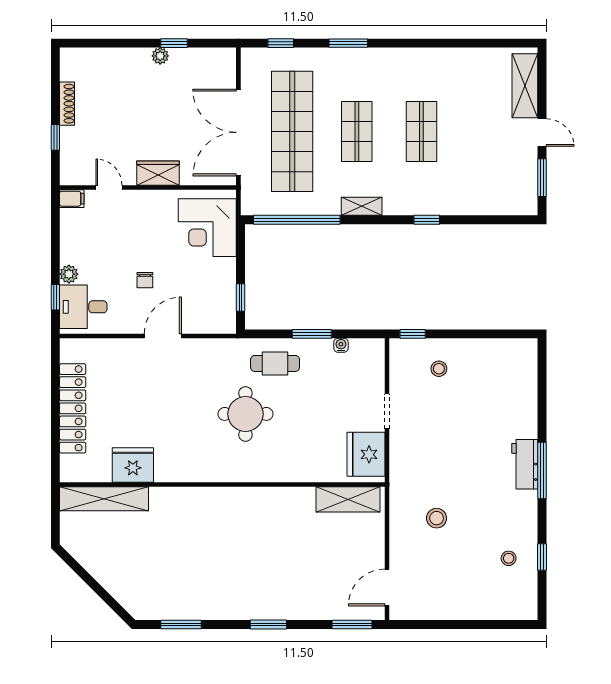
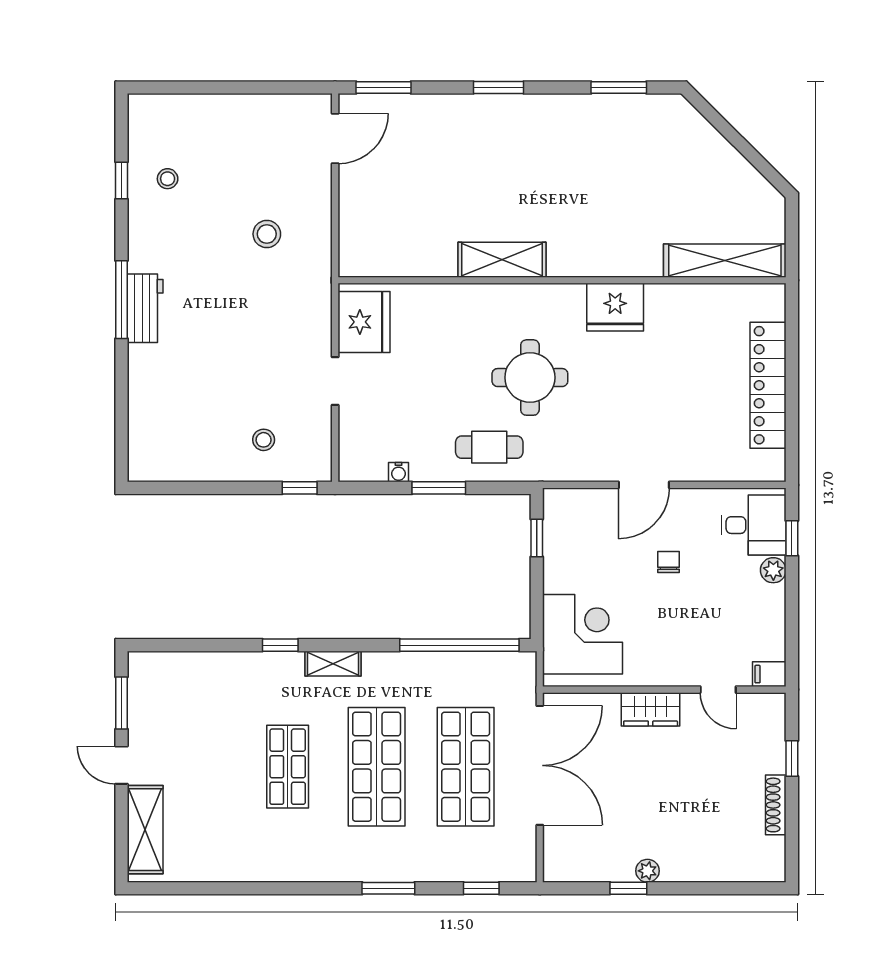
shop shelf: (292, 131) -> (466, 767), width x0.71
shop shelf: (357, 131) -> (377, 767), width x1.43, depth x1.36
shelving: (362, 206) -> (333, 664), moved
fridge: (133, 465) -> (615, 307), moved
shelving: (348, 499) -> (502, 260), moved

